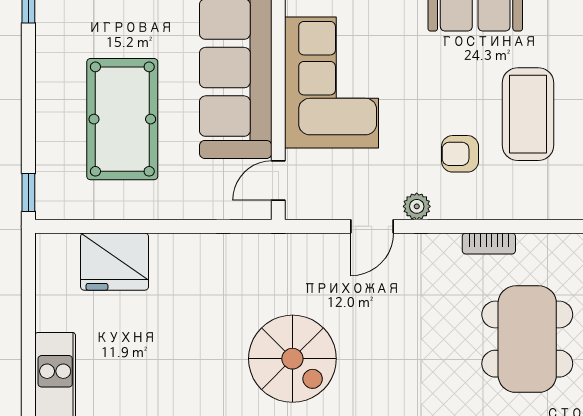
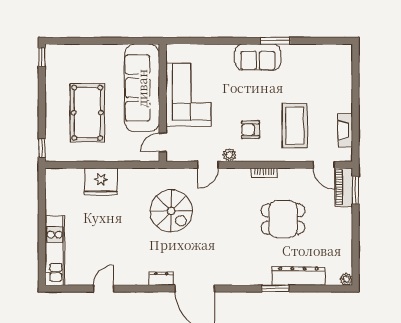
coffee table: (528, 114) -> (295, 126), moved
fridge: (115, 262) -> (101, 182), moved
dining table: (527, 339) -> (283, 219), width x0.73
spiral stairs: (292, 359) -> (171, 211), moved

